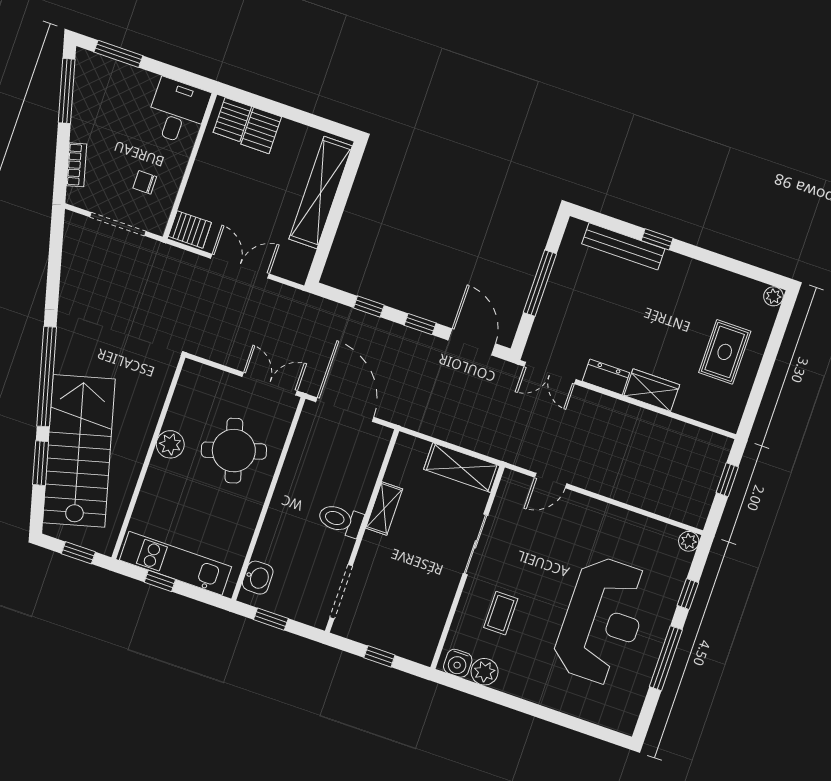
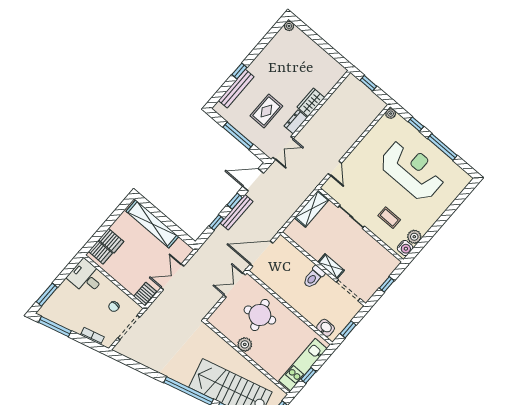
bench: (402, 335) -> (237, 212), added
rug: (725, 352) -> (266, 111), moved, turned 90
shelving: (384, 508) -> (331, 266), moved

